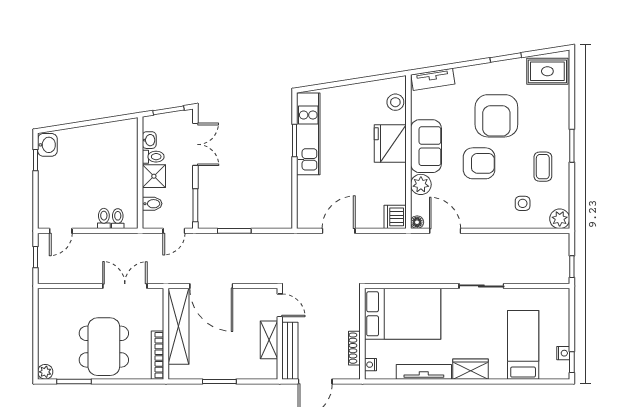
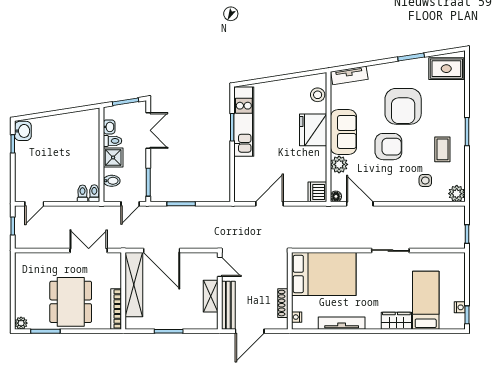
toilet: (104, 218) -> (94, 193), moved
wardrobe: (470, 369) -> (396, 321), moved

